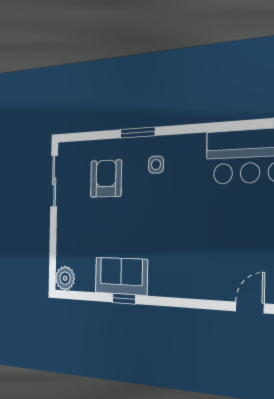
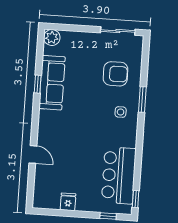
sofa: (121, 276) -> (52, 83), width x1.36
door: (250, 307) -> (33, 154), moved

